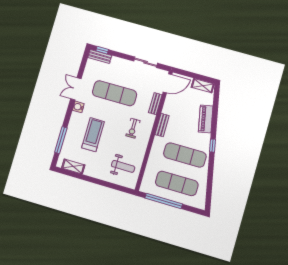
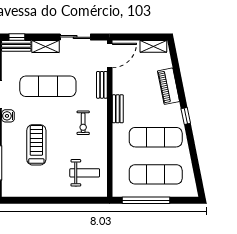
shelving: (73, 167) -> (46, 46), moved

